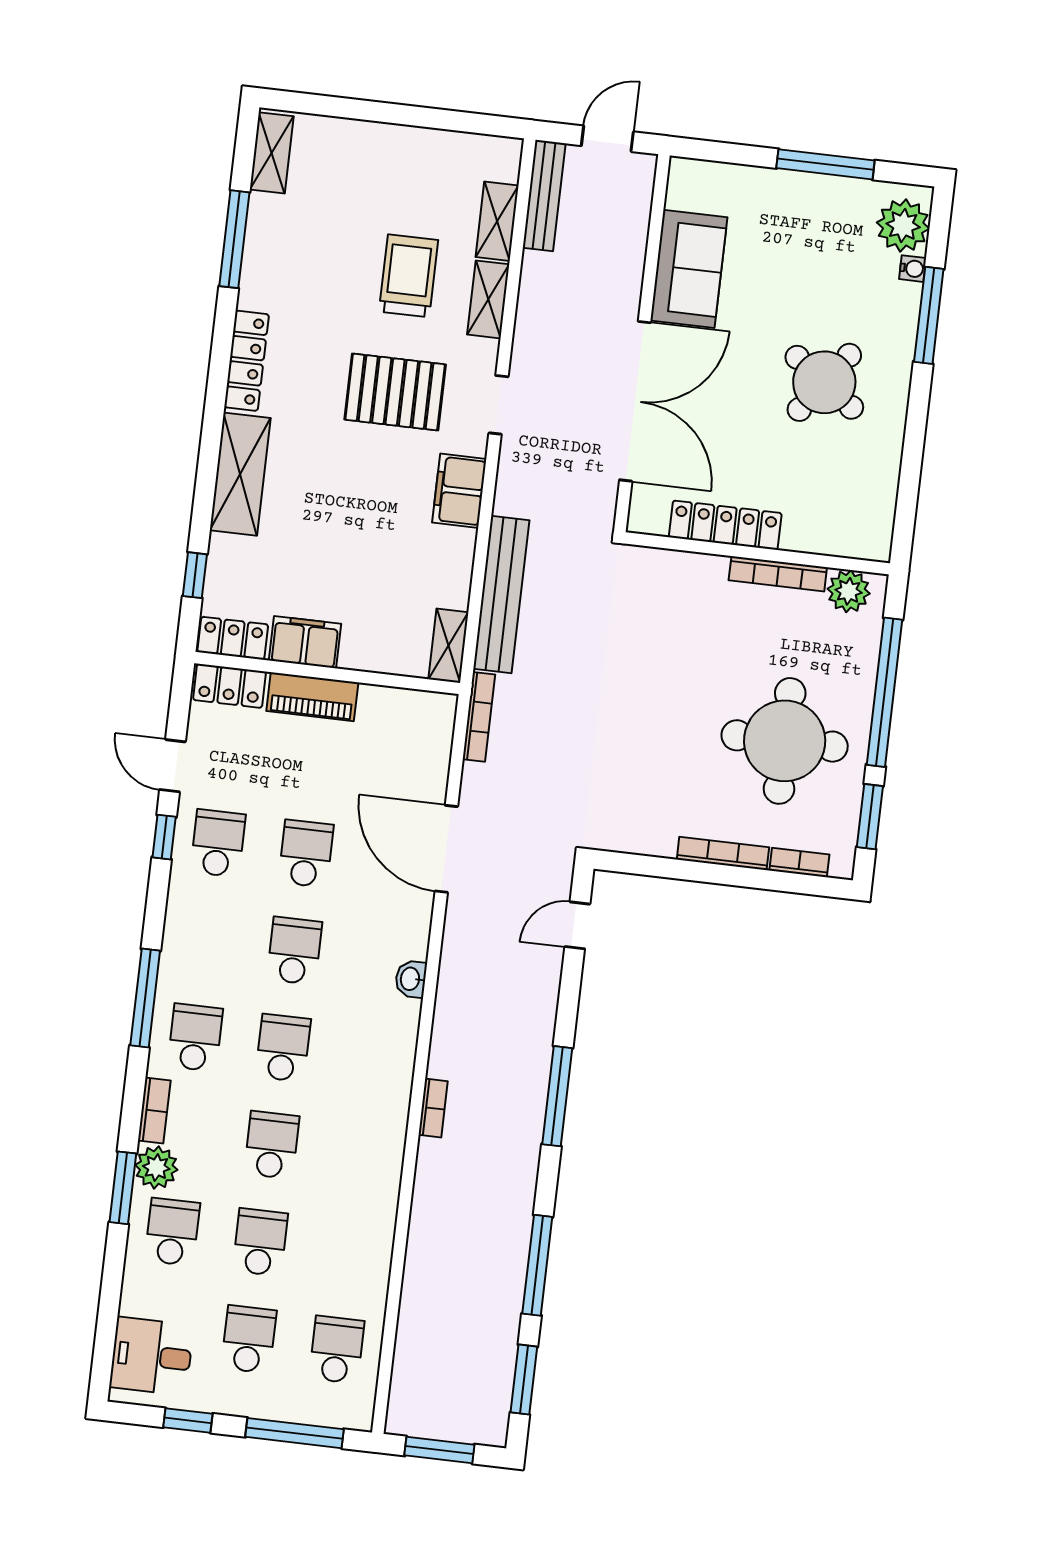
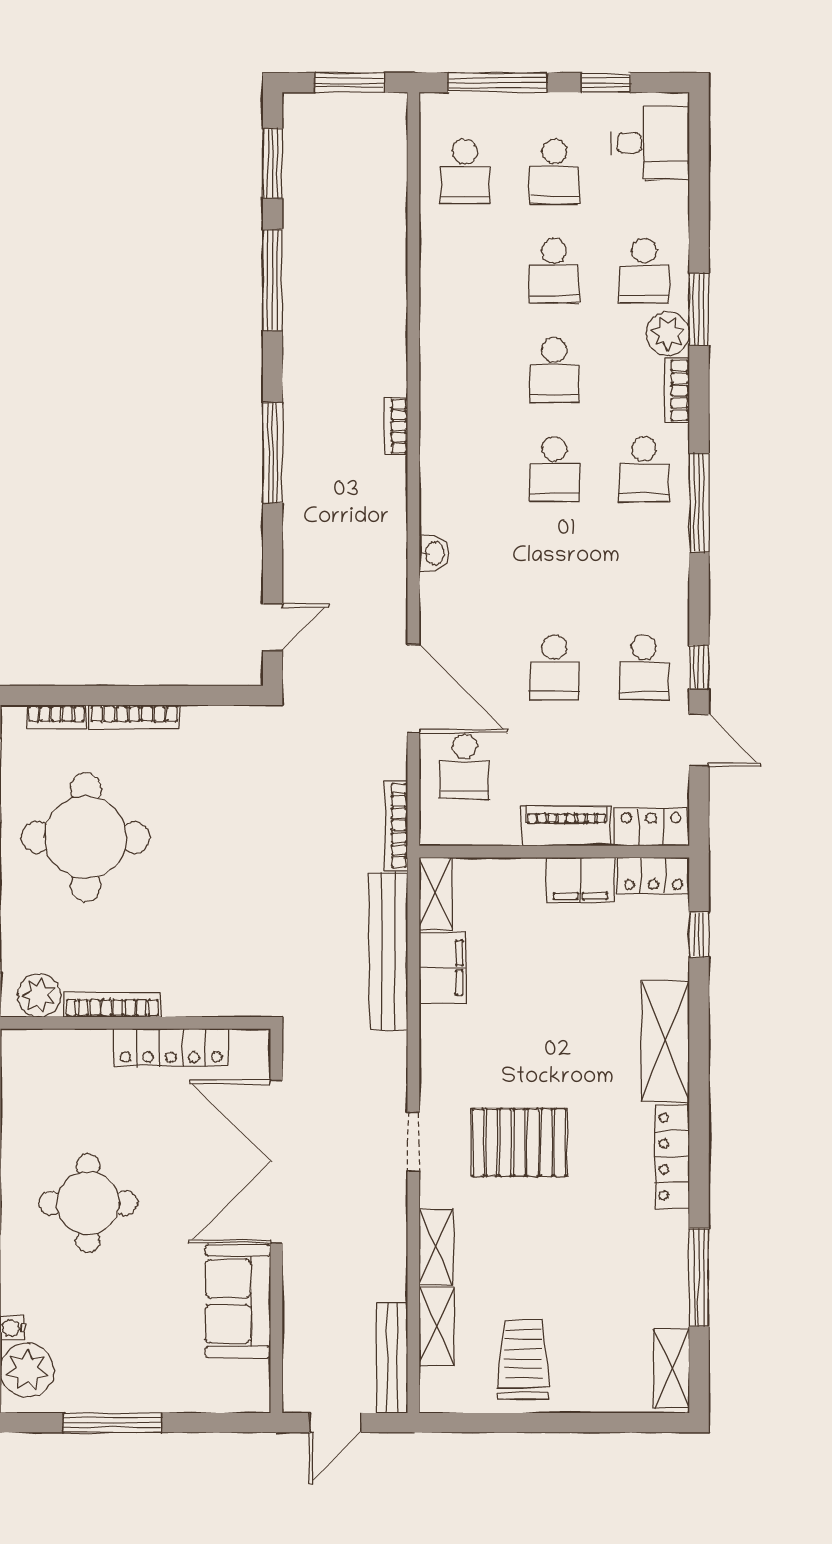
trolley: (409, 276) -> (523, 1360), moved, turned 180
round table: (824, 382) -> (88, 1203), turned -36
filing cabinet: (459, 491) -> (443, 968), moved
school desk: (294, 951) -> (465, 766), moved

